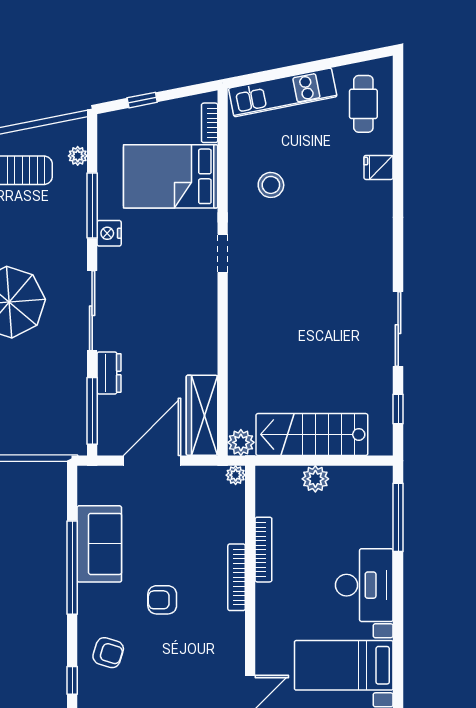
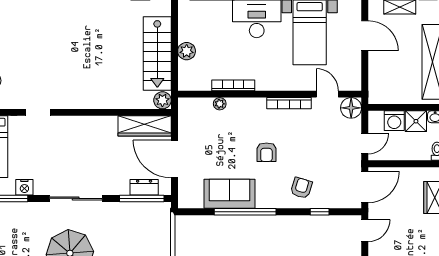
dresser: (109, 373) -> (144, 187), moved
plant: (236, 475) -> (220, 104), moved
bookcase: (237, 577) -> (289, 103), moved

